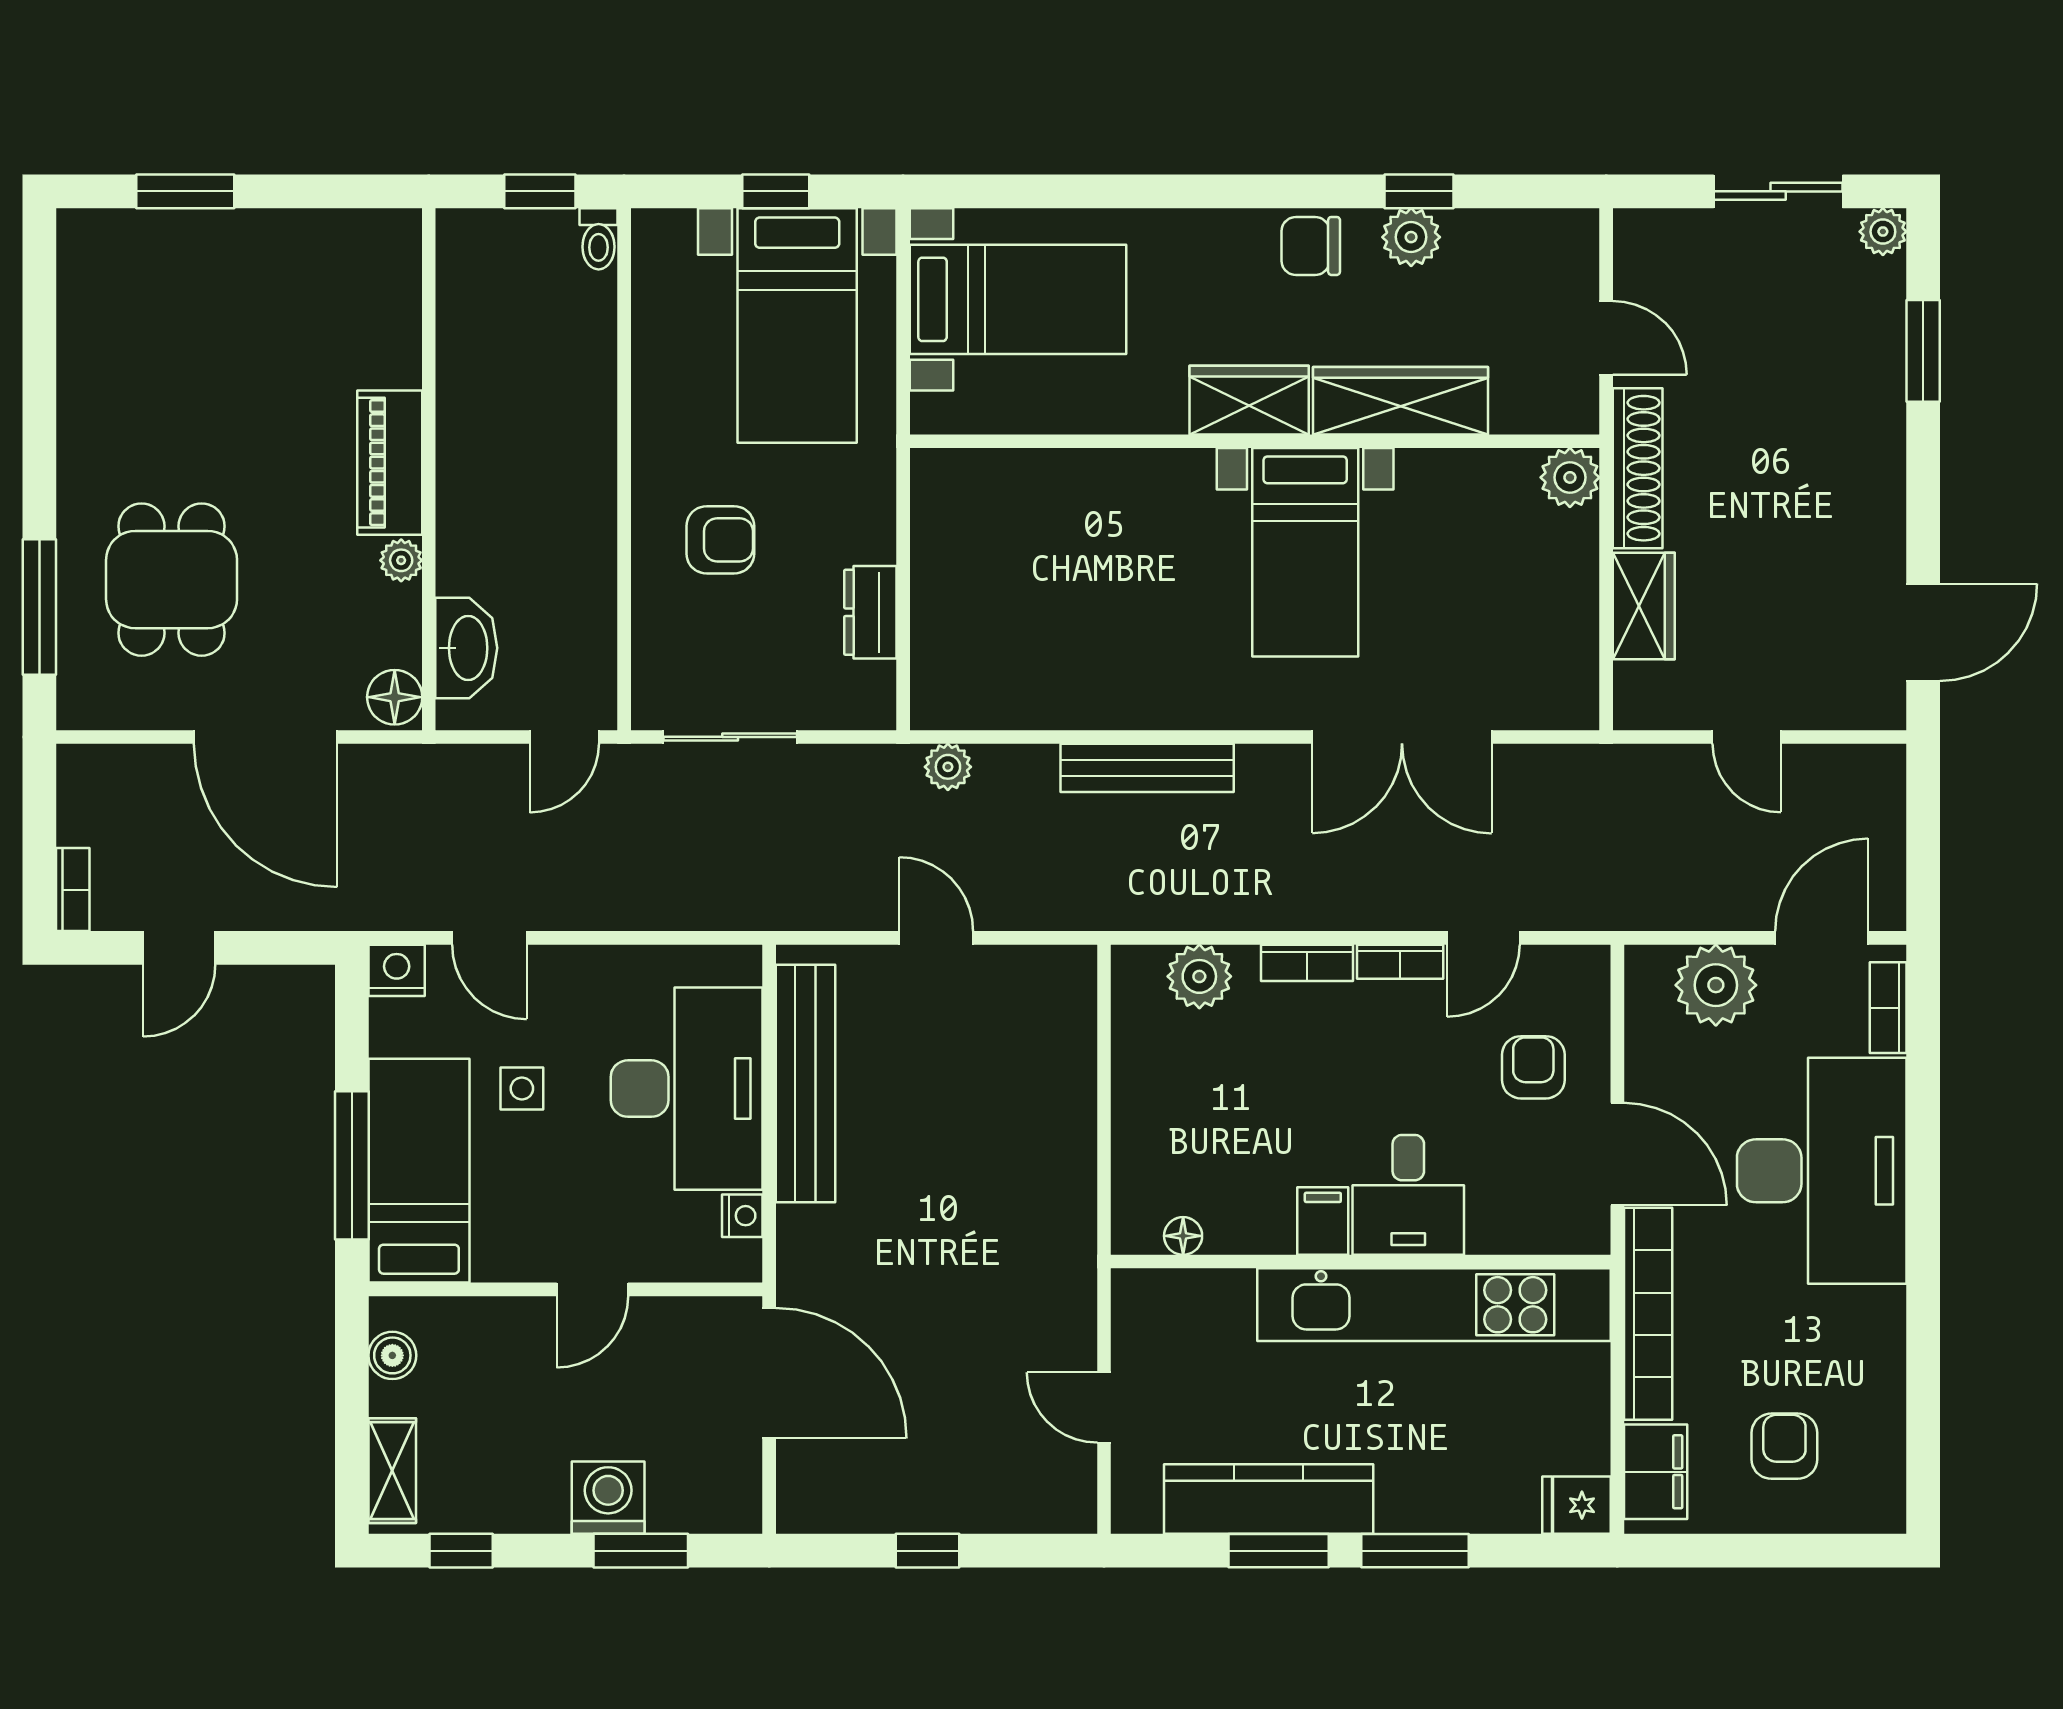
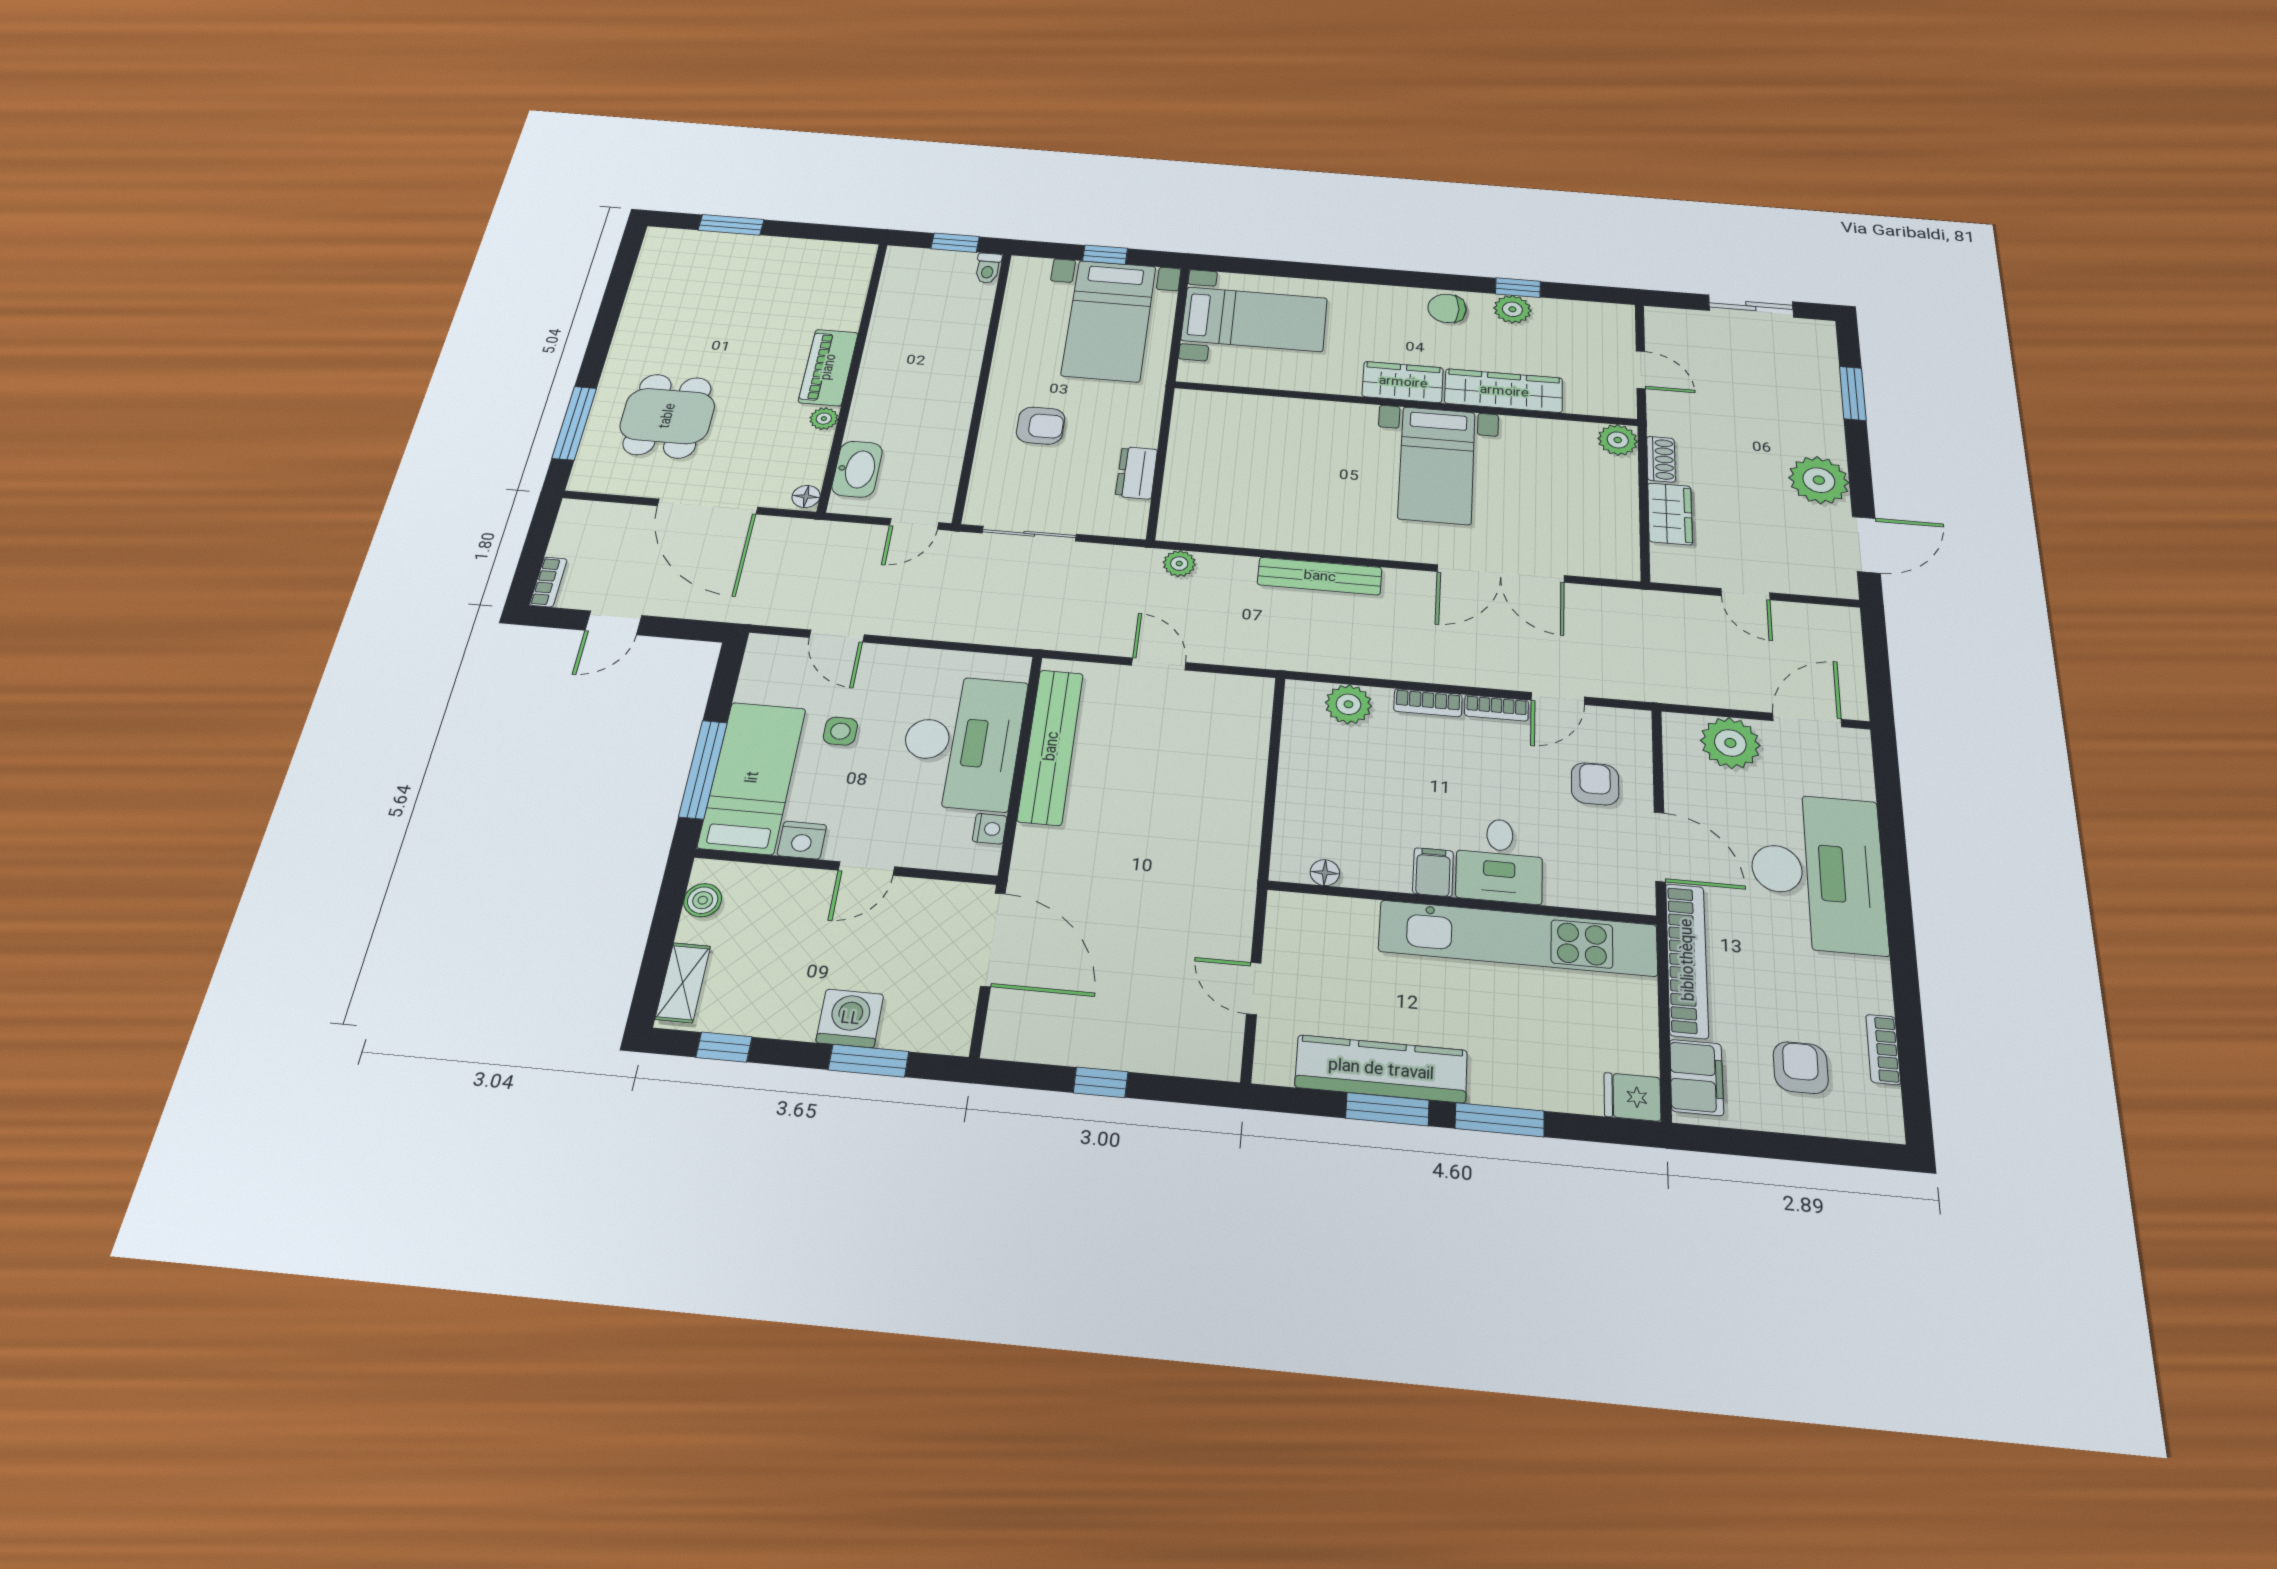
plant: (1883, 232) -> (1819, 480), moved, width x1.87, depth x1.87
shoe rack: (1638, 468) -> (1661, 459), width x0.51, depth x0.81
floor lamp: (395, 697) -> (806, 496), width x0.73, depth x0.73
nightstand: (397, 970) -> (802, 840), moved, turned 180
bookcase: (1888, 1008) -> (1883, 1049), moved

